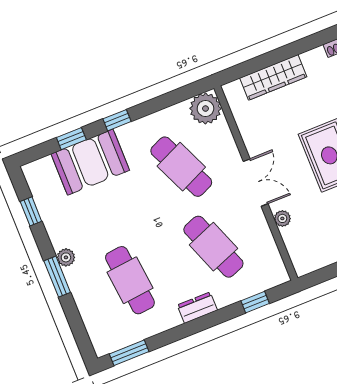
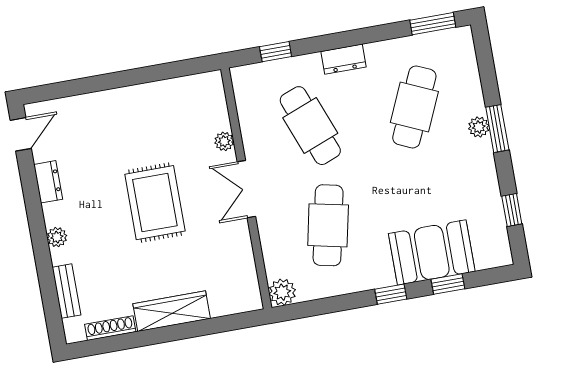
wardrobe: (273, 77) -> (172, 311), moved
plant: (205, 109) -> (282, 292), width x0.73, depth x0.73
cafe table: (181, 167) -> (328, 225), turned 36
plant: (66, 257) -> (479, 127), moved
cafe table: (130, 280) -> (414, 107), turned 30

